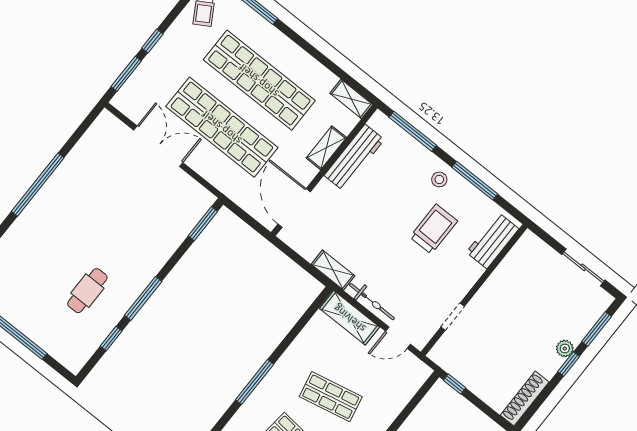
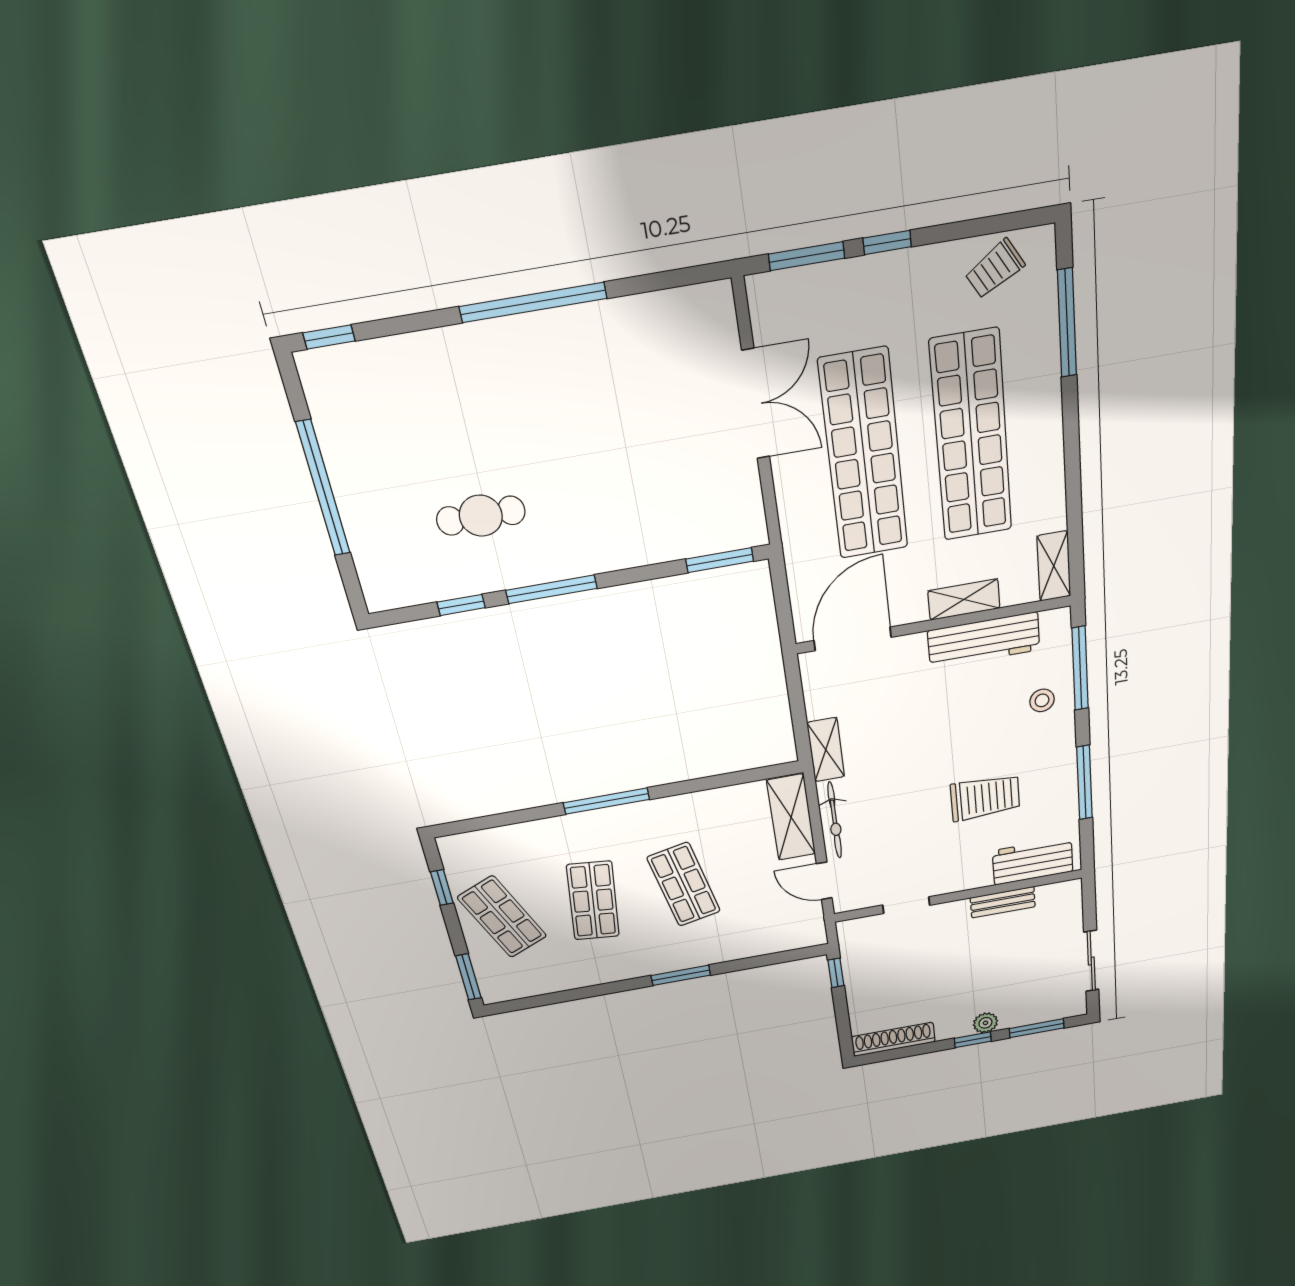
stool: (439, 179) -> (1042, 700), moved
bench: (501, 274) -> (1003, 902), added

